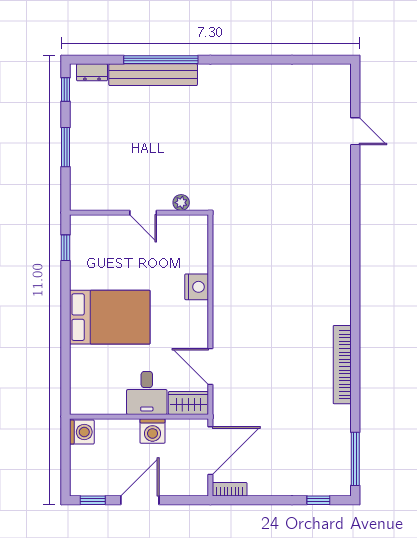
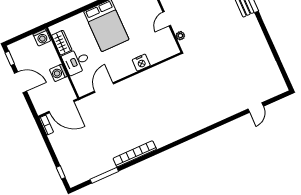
wardrobe: (188, 403) -> (62, 43), moved
window: (355, 459) -> (104, 175), moved

